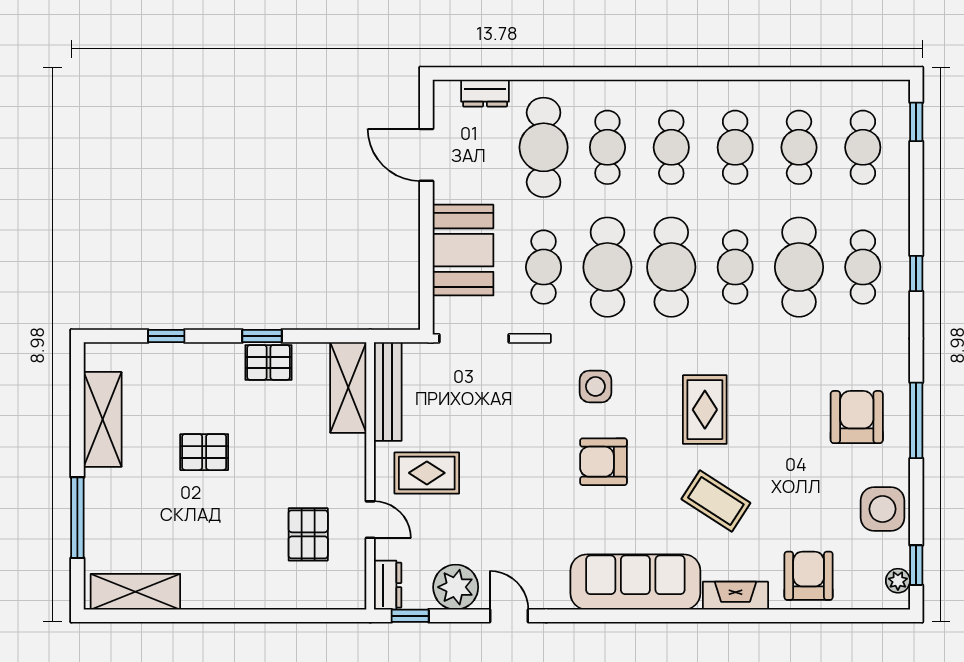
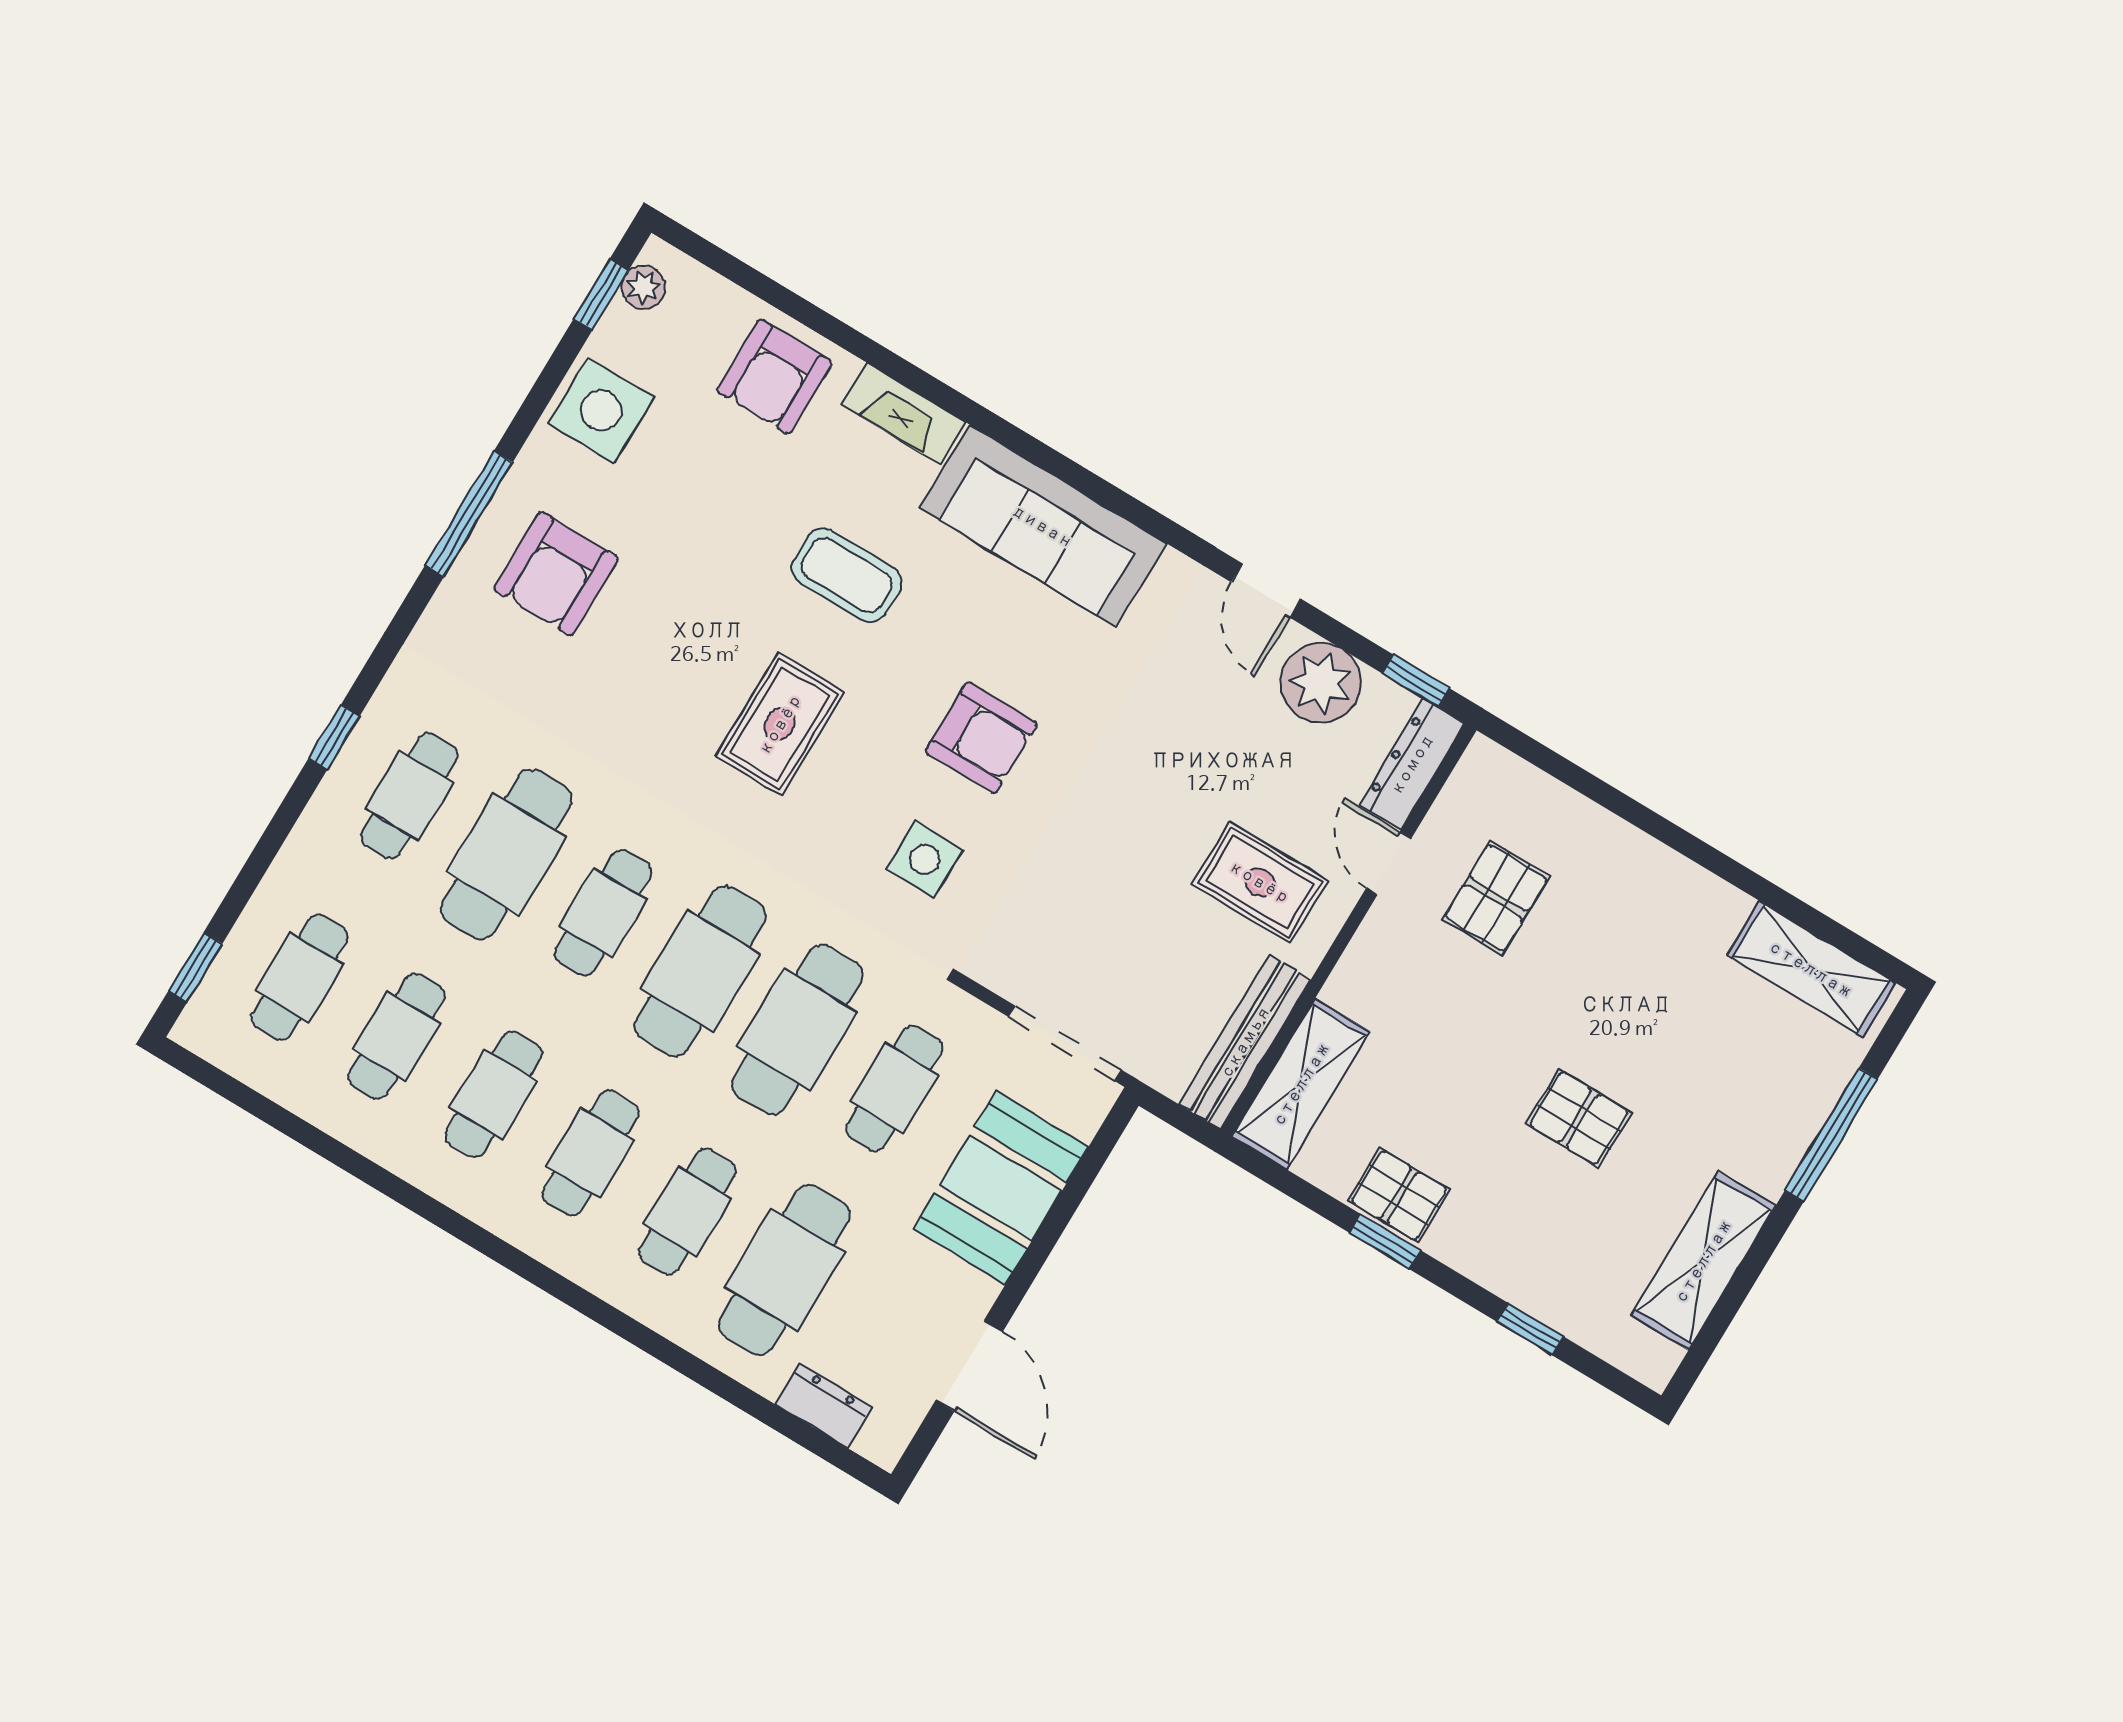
coffee table: (716, 501) -> (847, 575), turned -33
dresser: (388, 585) -> (1412, 764), width x1.44

